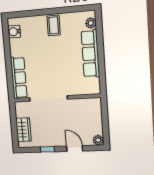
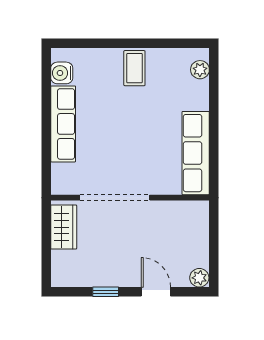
row of seats: (90, 54) -> (196, 153), moved
row of seats: (19, 78) -> (63, 124), moved
wardrobe: (24, 130) -> (64, 227), moved

